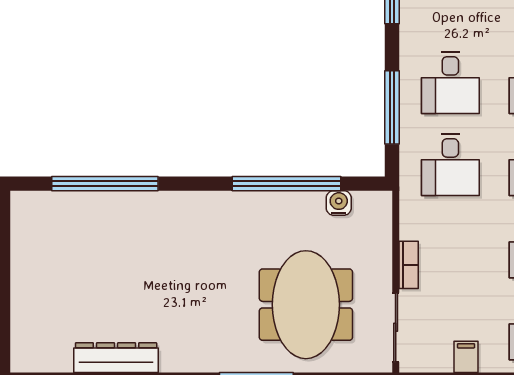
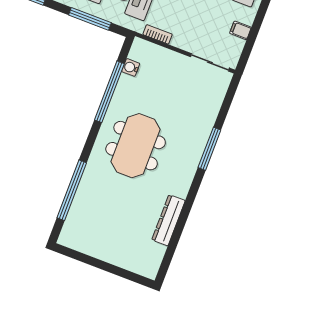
bookcase: (409, 265) -> (158, 34), moved
meeting table: (306, 305) -> (136, 146), moved, turned 90

